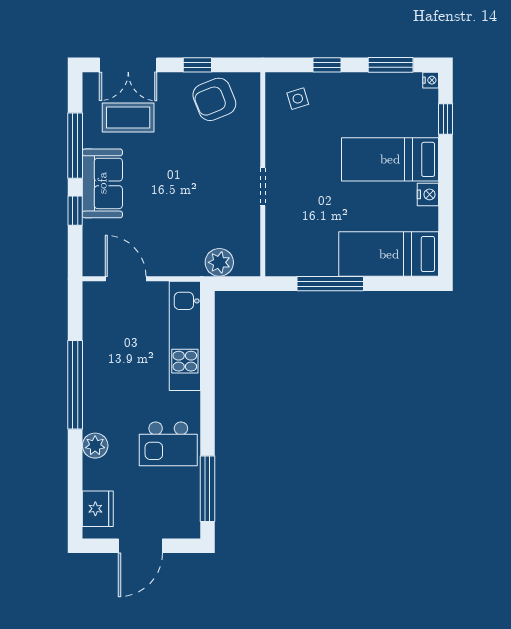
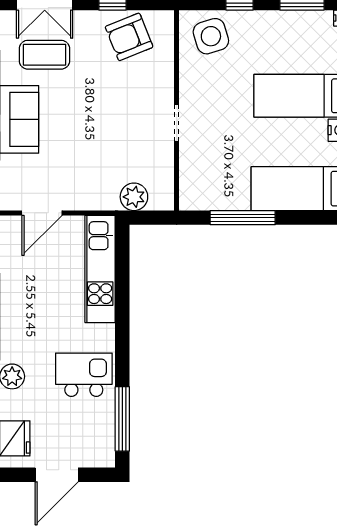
side table: (298, 99) -> (211, 36), width x1.87, depth x1.87
door: (126, 279) -> (42, 213), swing flipped
kitchen island: (168, 444) -> (84, 375), turned 180

